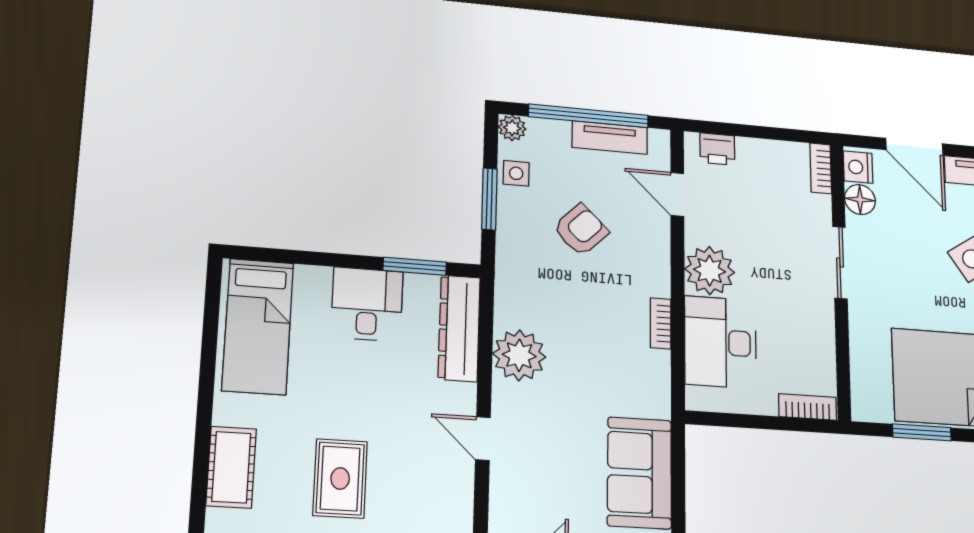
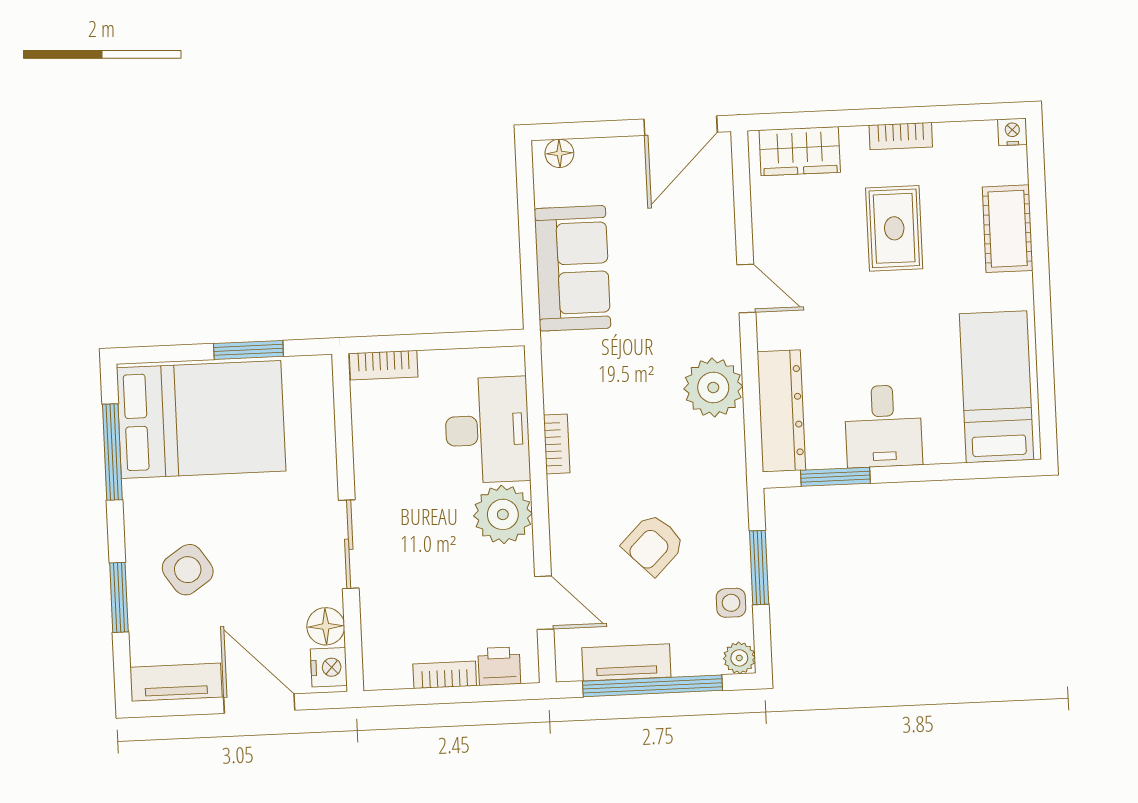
bookcase: (821, 168) -> (445, 675), moved, turned -90

